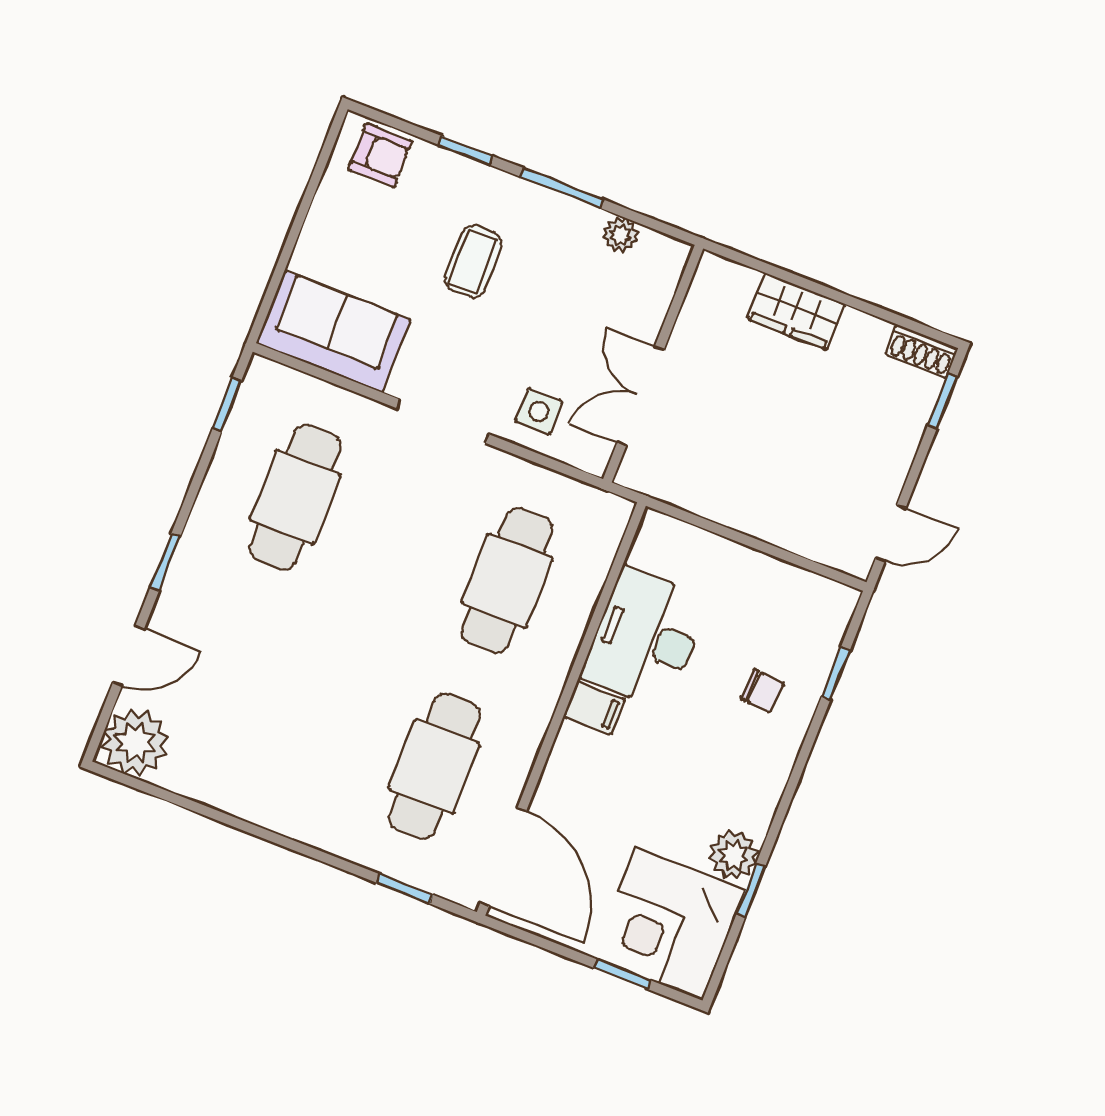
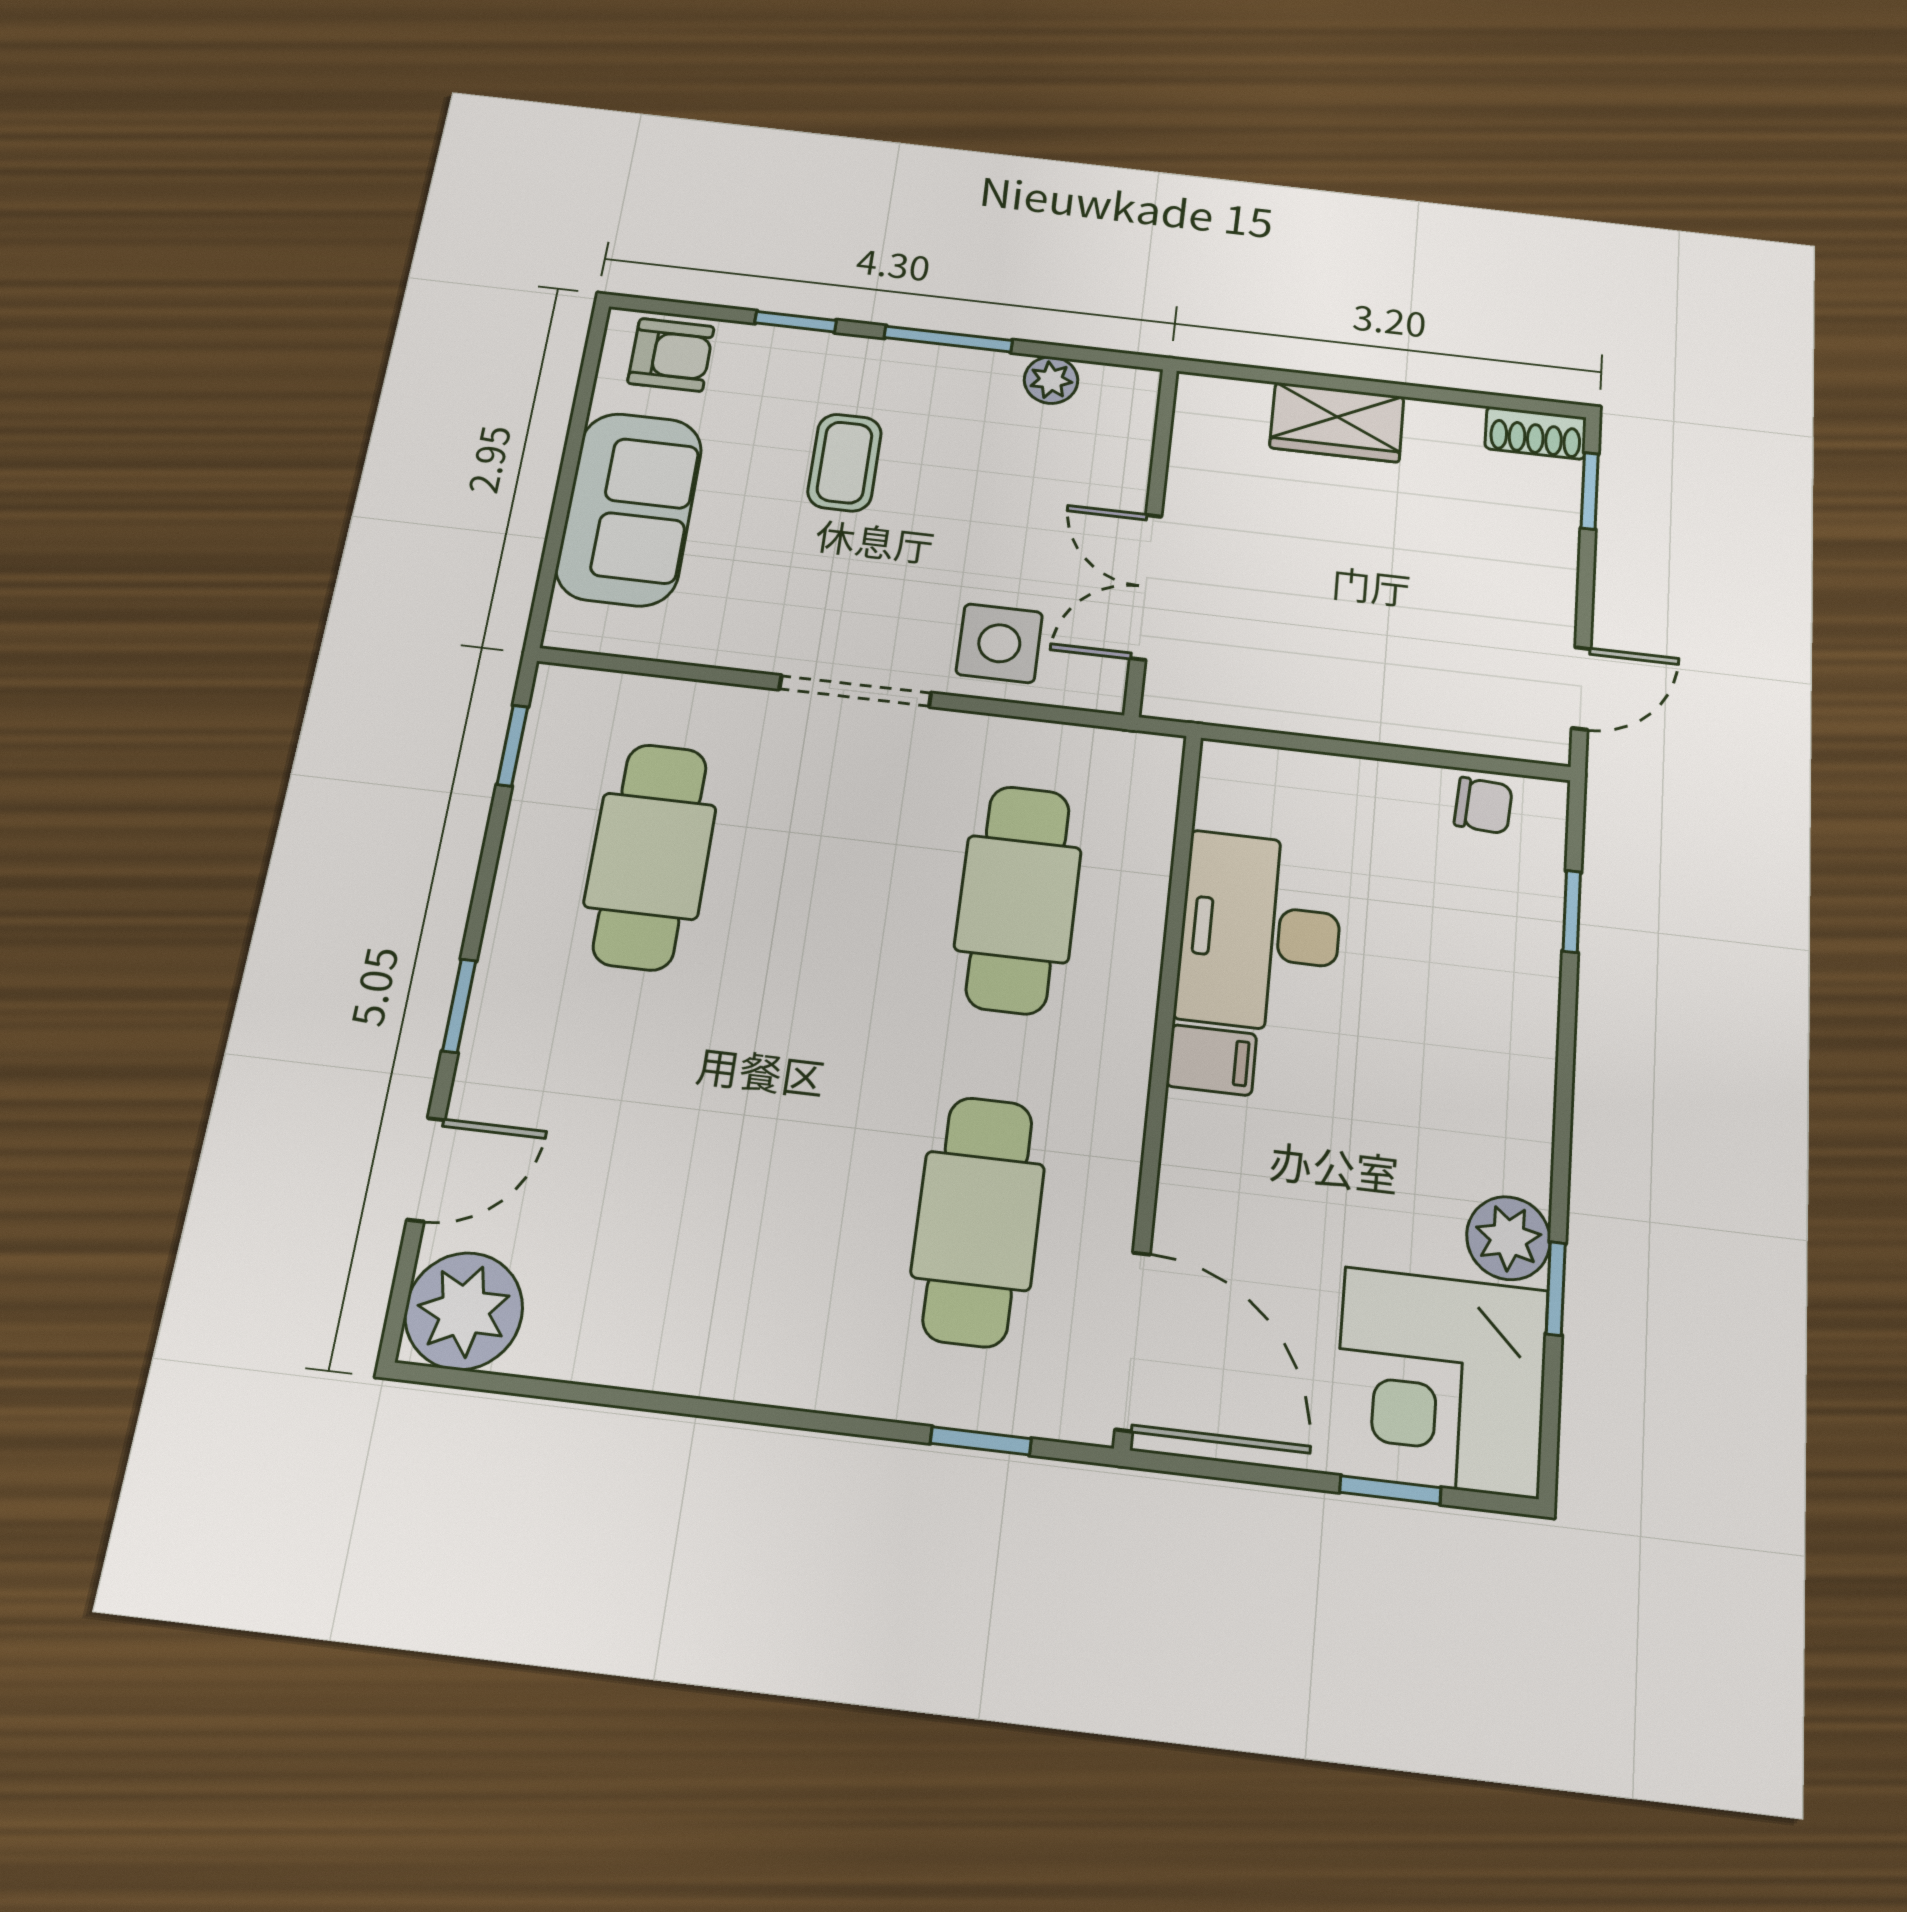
sofa: (333, 331) -> (629, 509), moved, turned 90
side table: (539, 411) -> (999, 643), width x1.37, depth x1.37
chair: (762, 691) -> (1483, 806), moved

